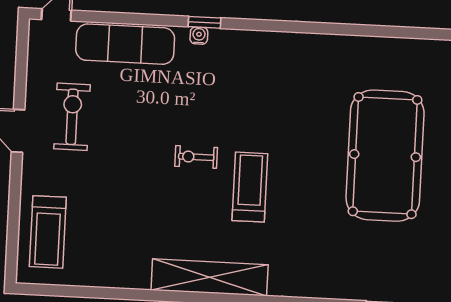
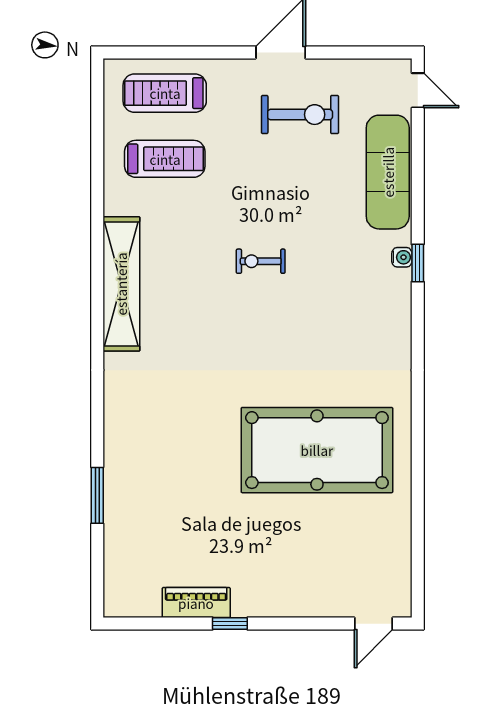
pool table: (385, 156) -> (317, 450), moved
exercise bike: (196, 157) -> (261, 261), turned -90
treadmill: (250, 187) -> (165, 159), moved

